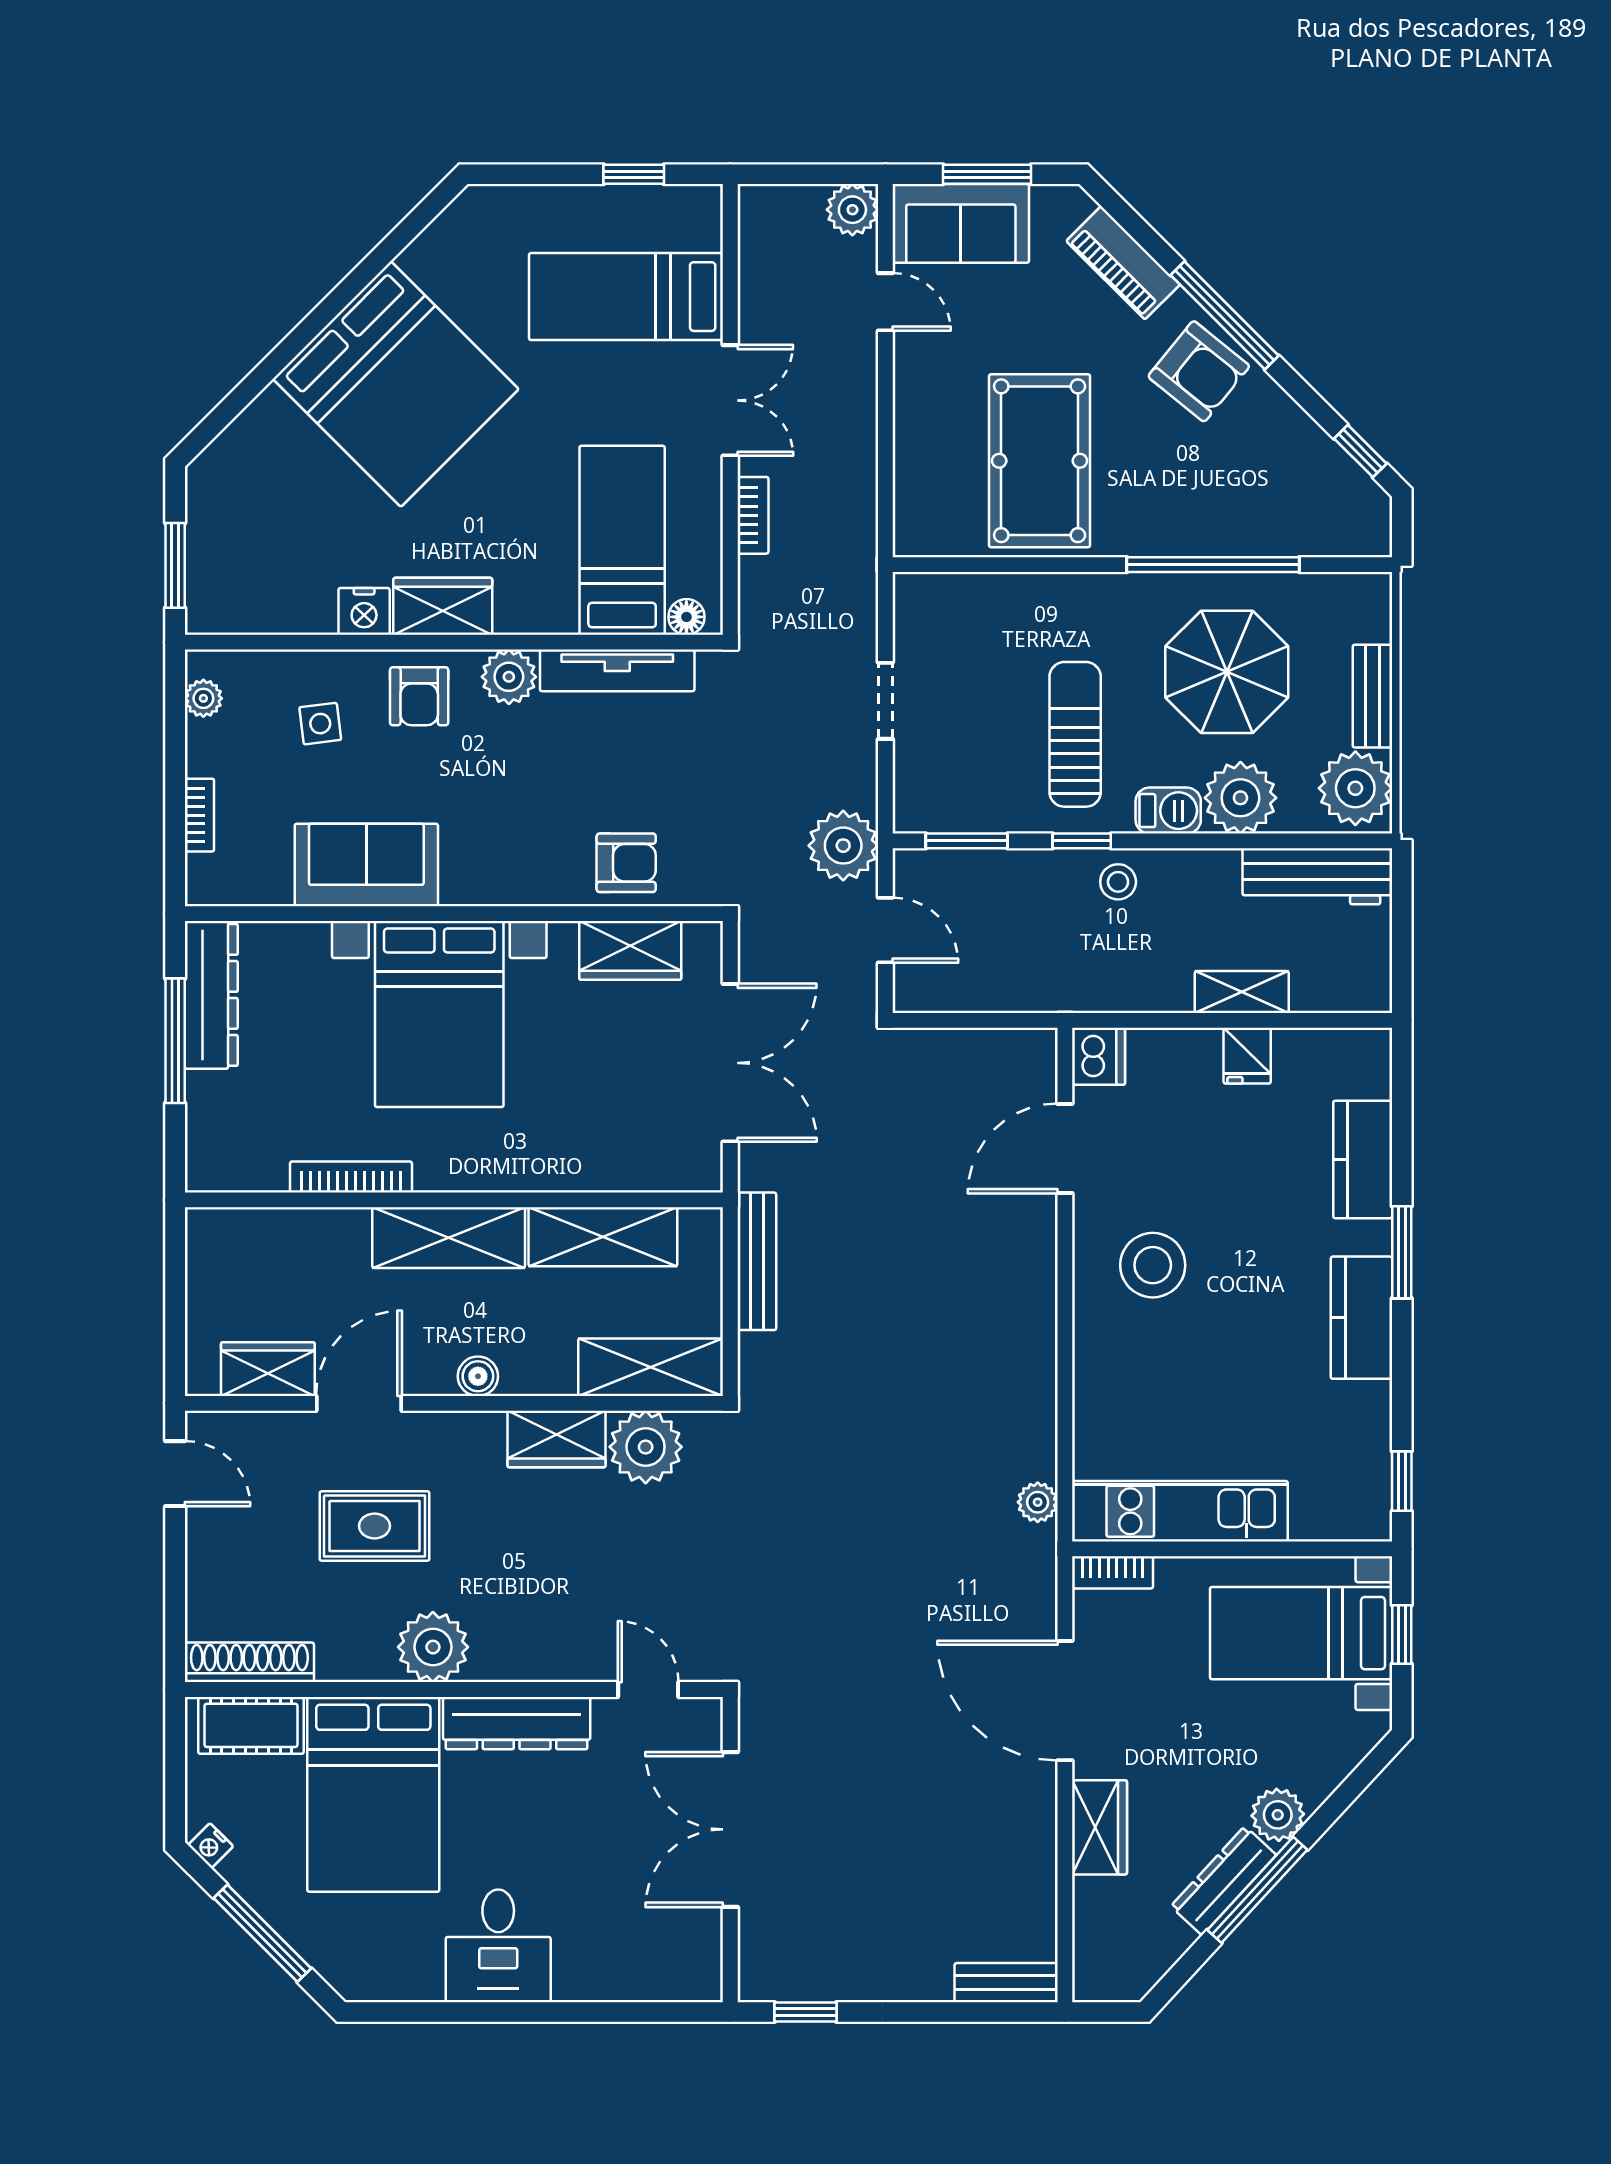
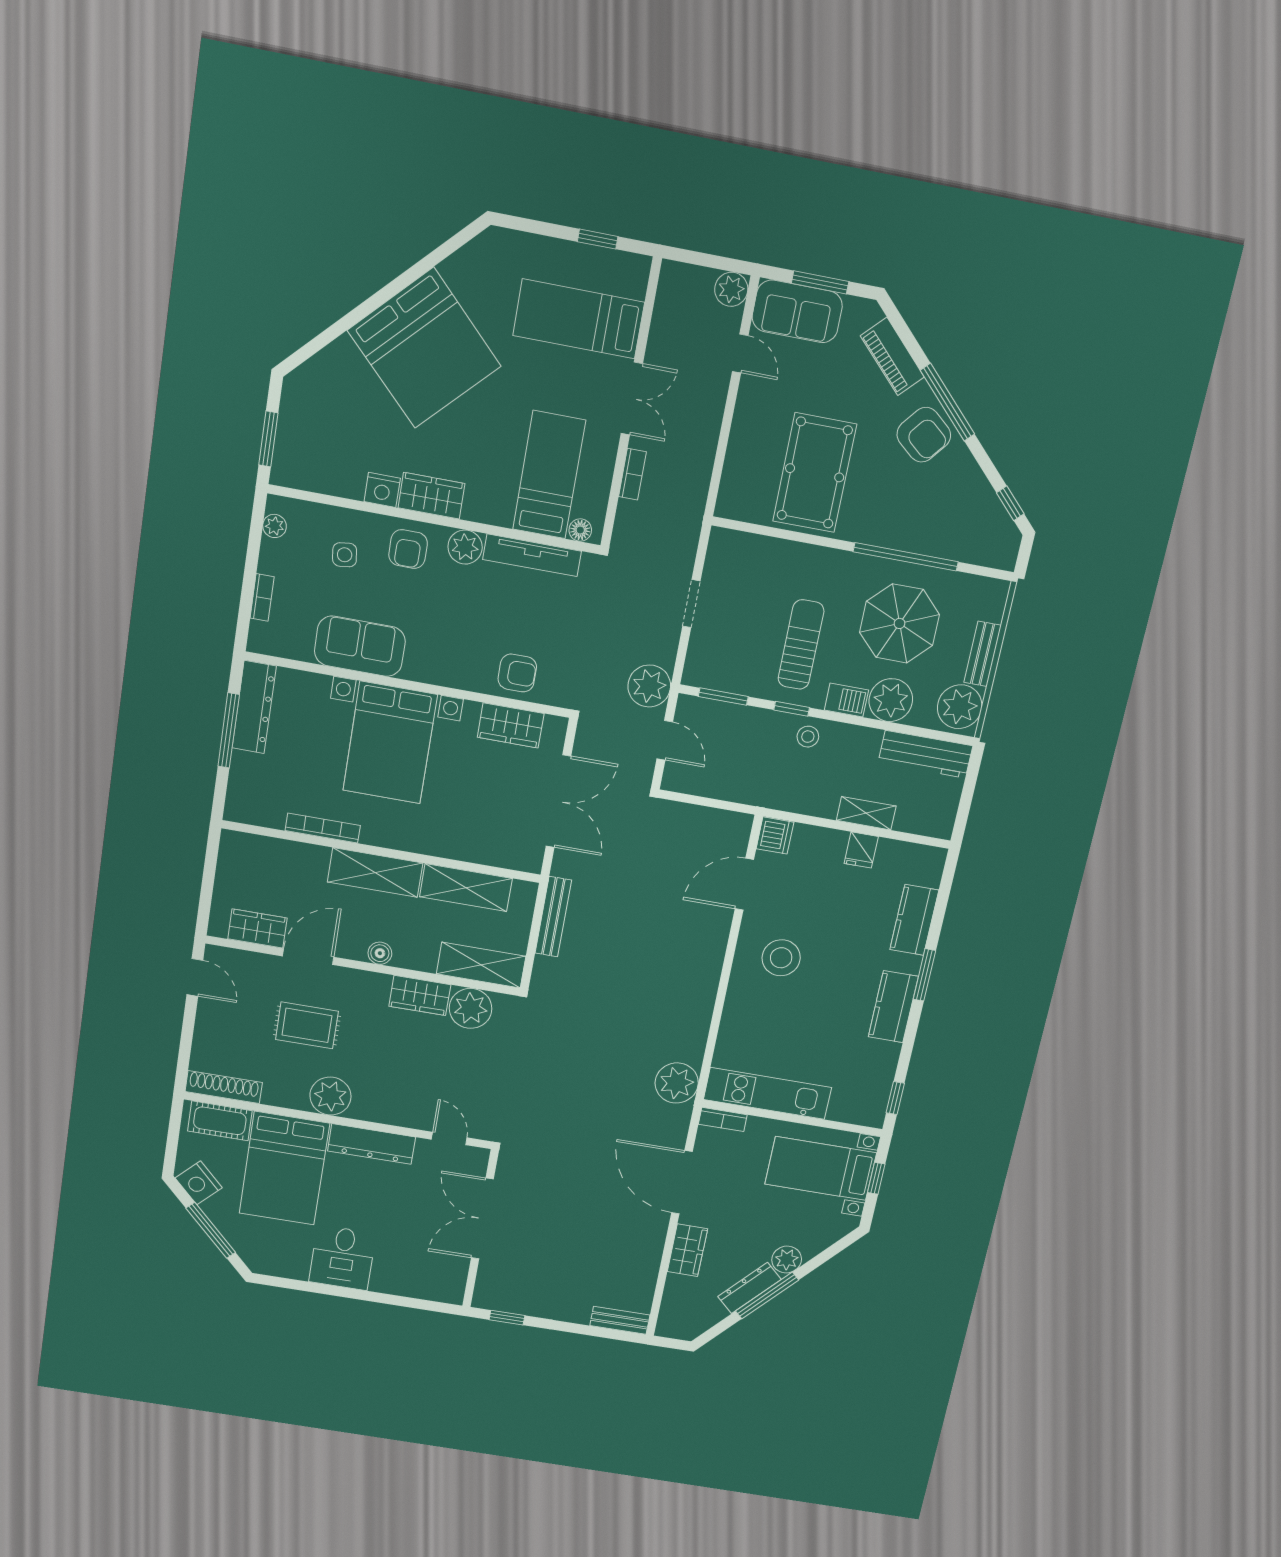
plant: (1038, 1502) -> (677, 1083), width x1.88, depth x1.88
nightstand: (211, 1846) -> (199, 1183), width x1.89, depth x1.79

